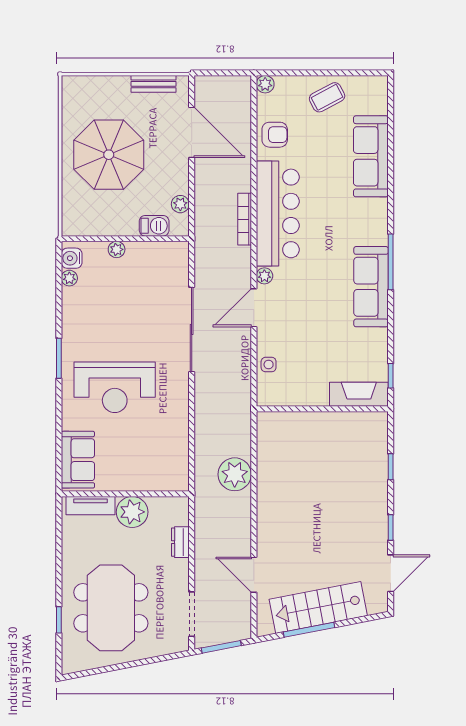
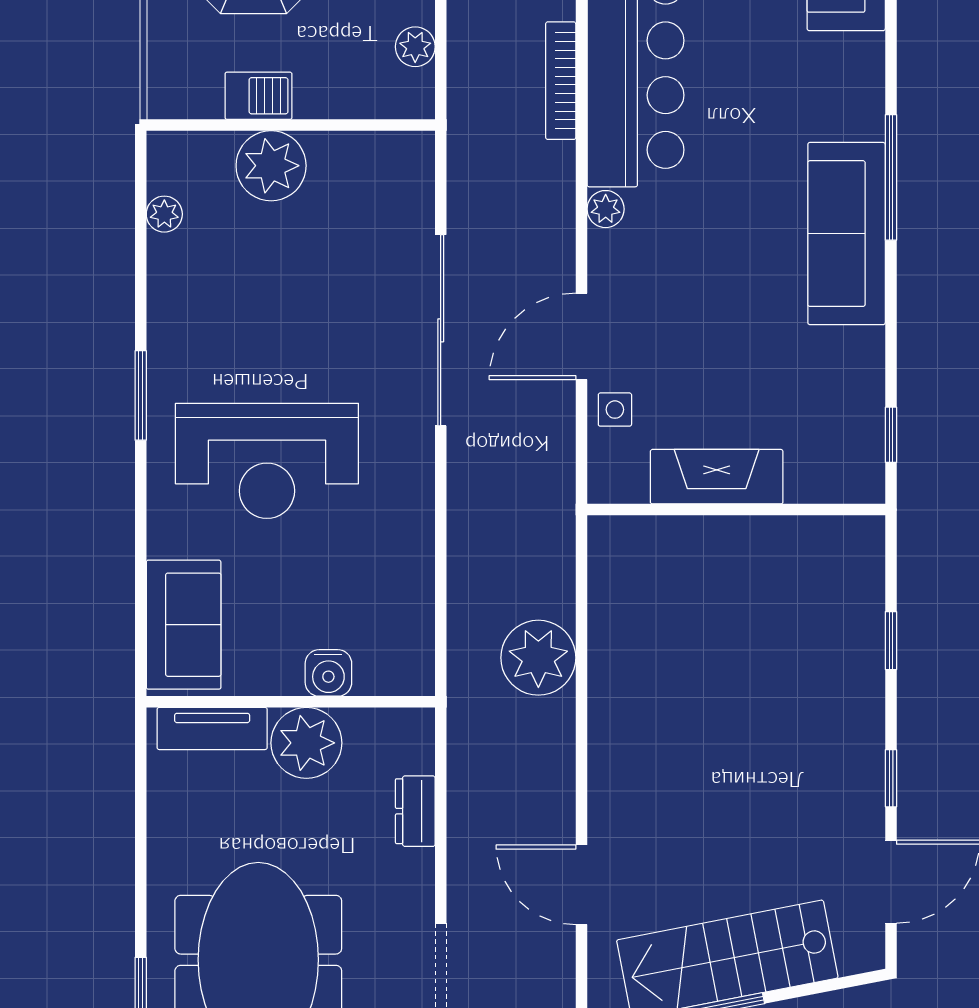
barbecue: (154, 226) -> (258, 96), moved
plant: (117, 249) -> (271, 166), width x1.88, depth x1.88
water cooler: (72, 258) -> (328, 673), moved, turned -90
door: (254, 308) -> (581, 336), moved
fireplace: (359, 394) -> (717, 477), moved

